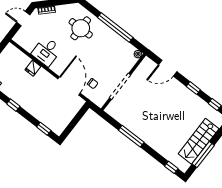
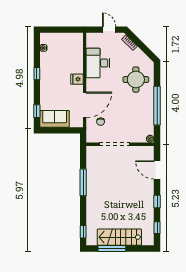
desk: (47, 51) -> (98, 63), width x1.37
fridge: (33, 68) -> (77, 79), moved
sofa: (61, 119) -> (55, 119), added

